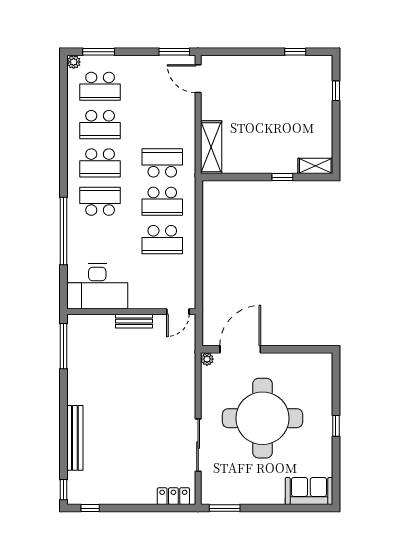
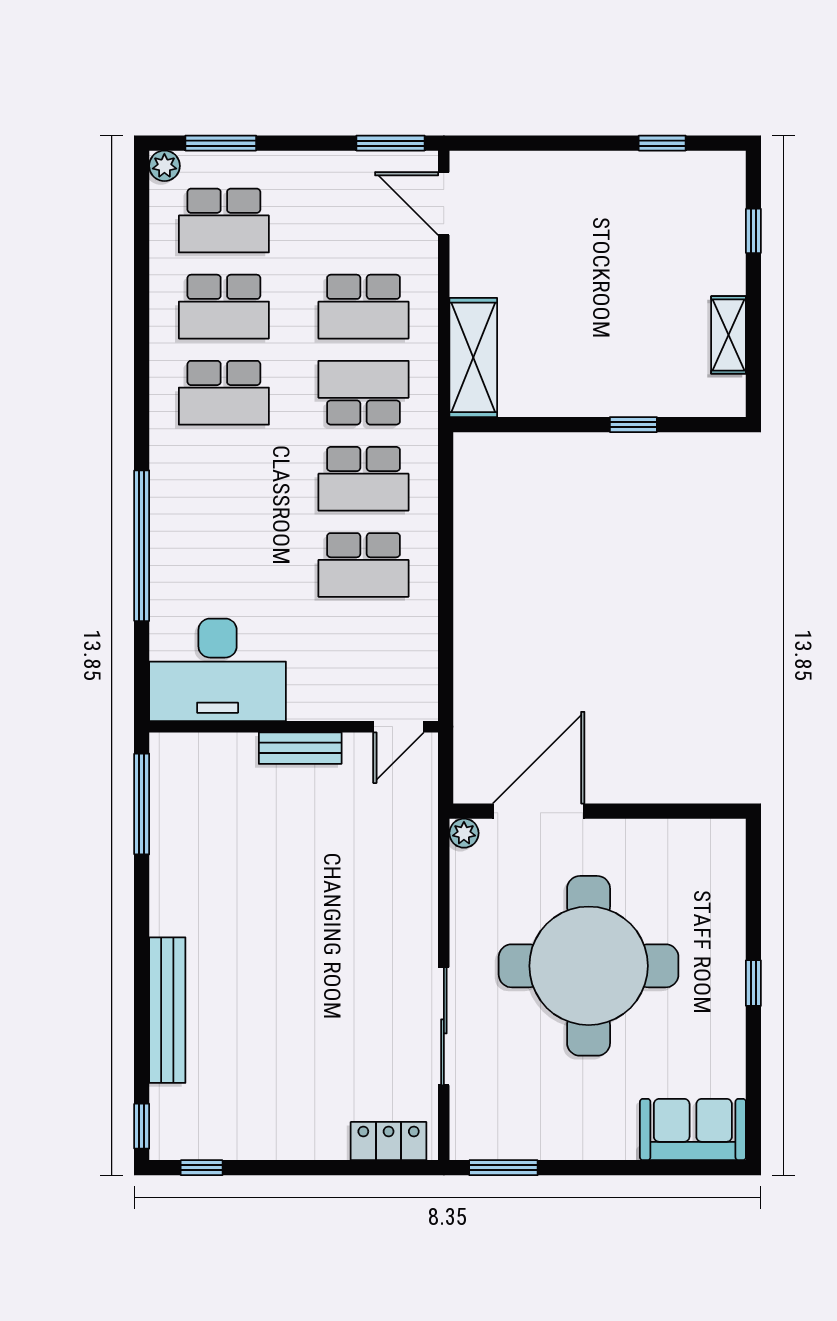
shelving: (315, 166) -> (729, 335), moved, turned 90
school desk: (100, 201) -> (364, 307), moved, turned 180

